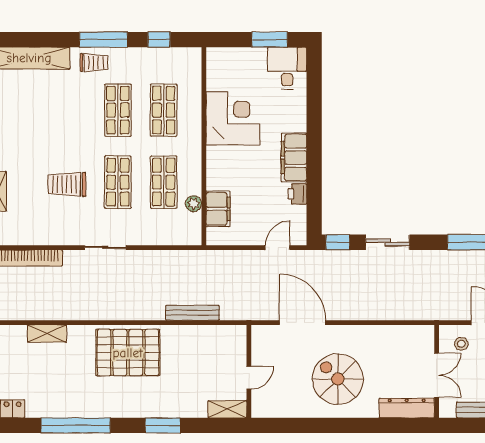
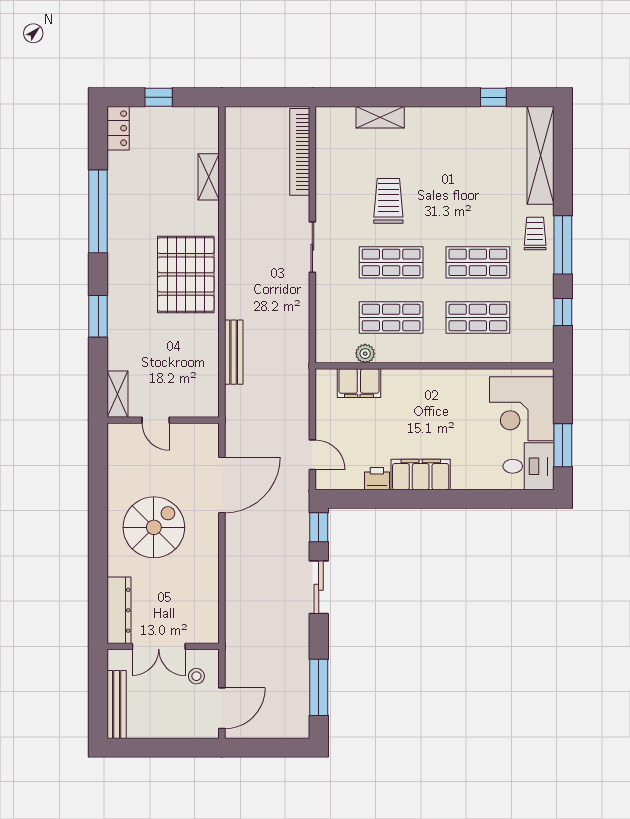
trolley: (94, 63) -> (535, 234), turned 180
corner desk: (233, 118) -> (522, 409), moved, turned 90

